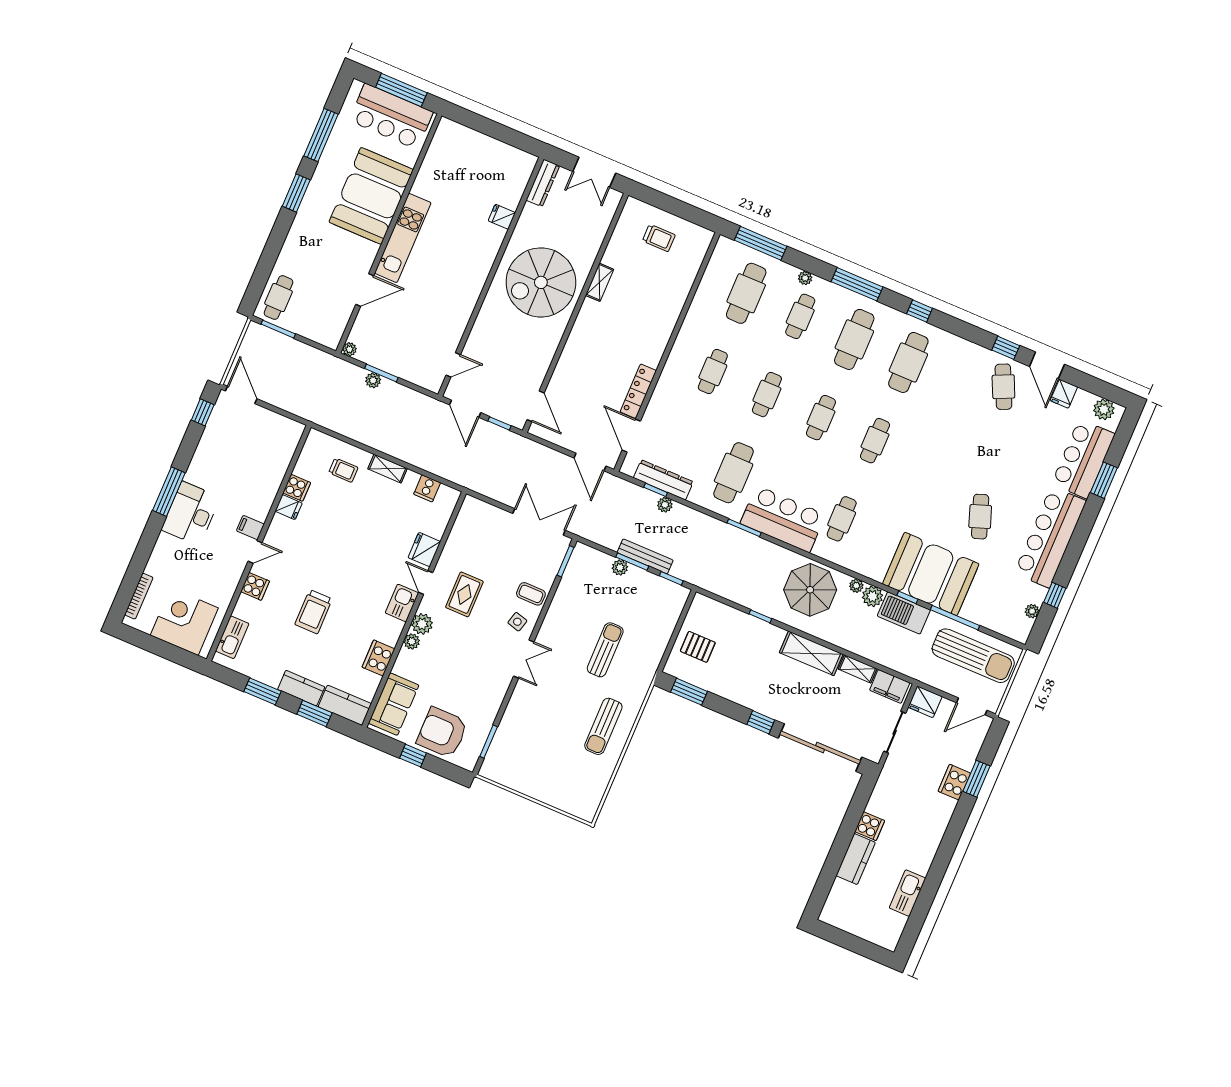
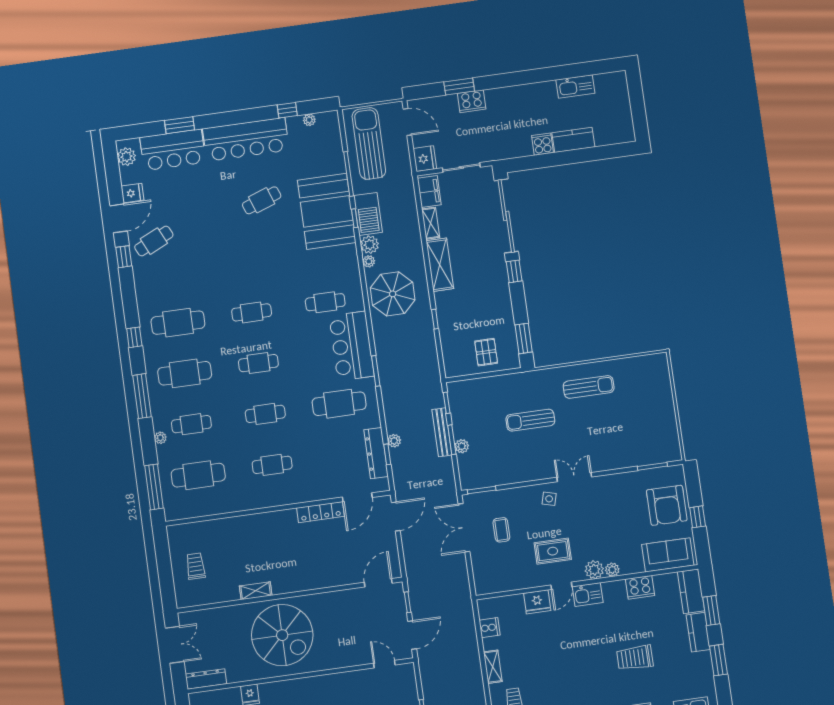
coffee table: (531, 594) -> (501, 530), moved
trolley: (313, 612) -> (635, 658), turned 180

